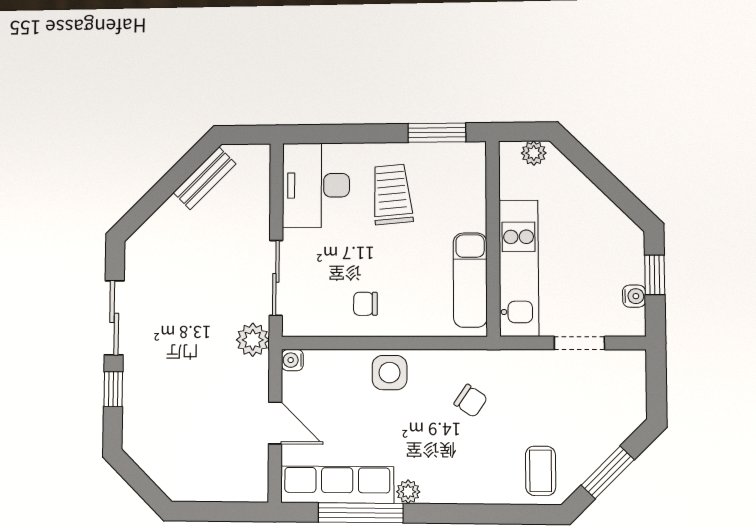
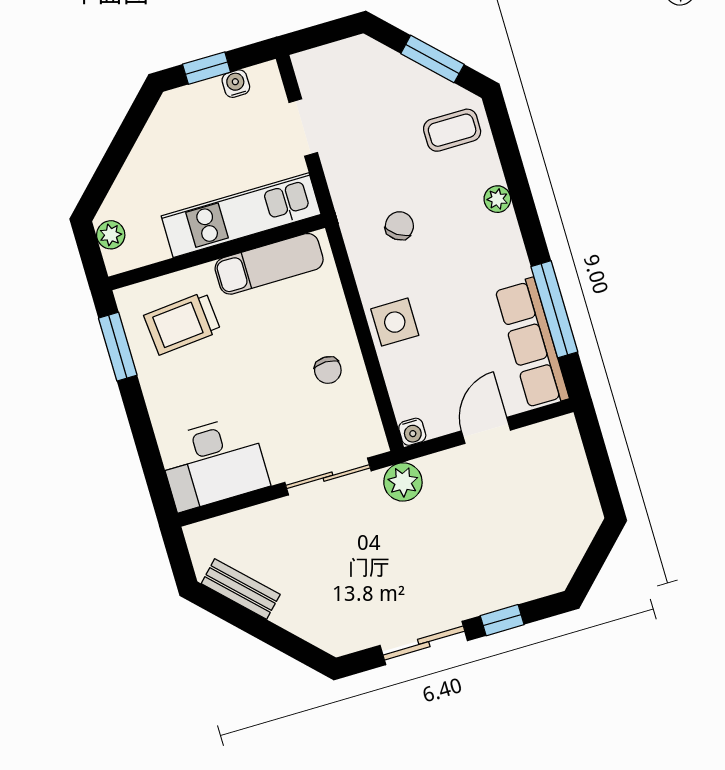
trolley: (392, 194) -> (182, 323), moved
plant: (408, 492) -> (497, 199), moved

